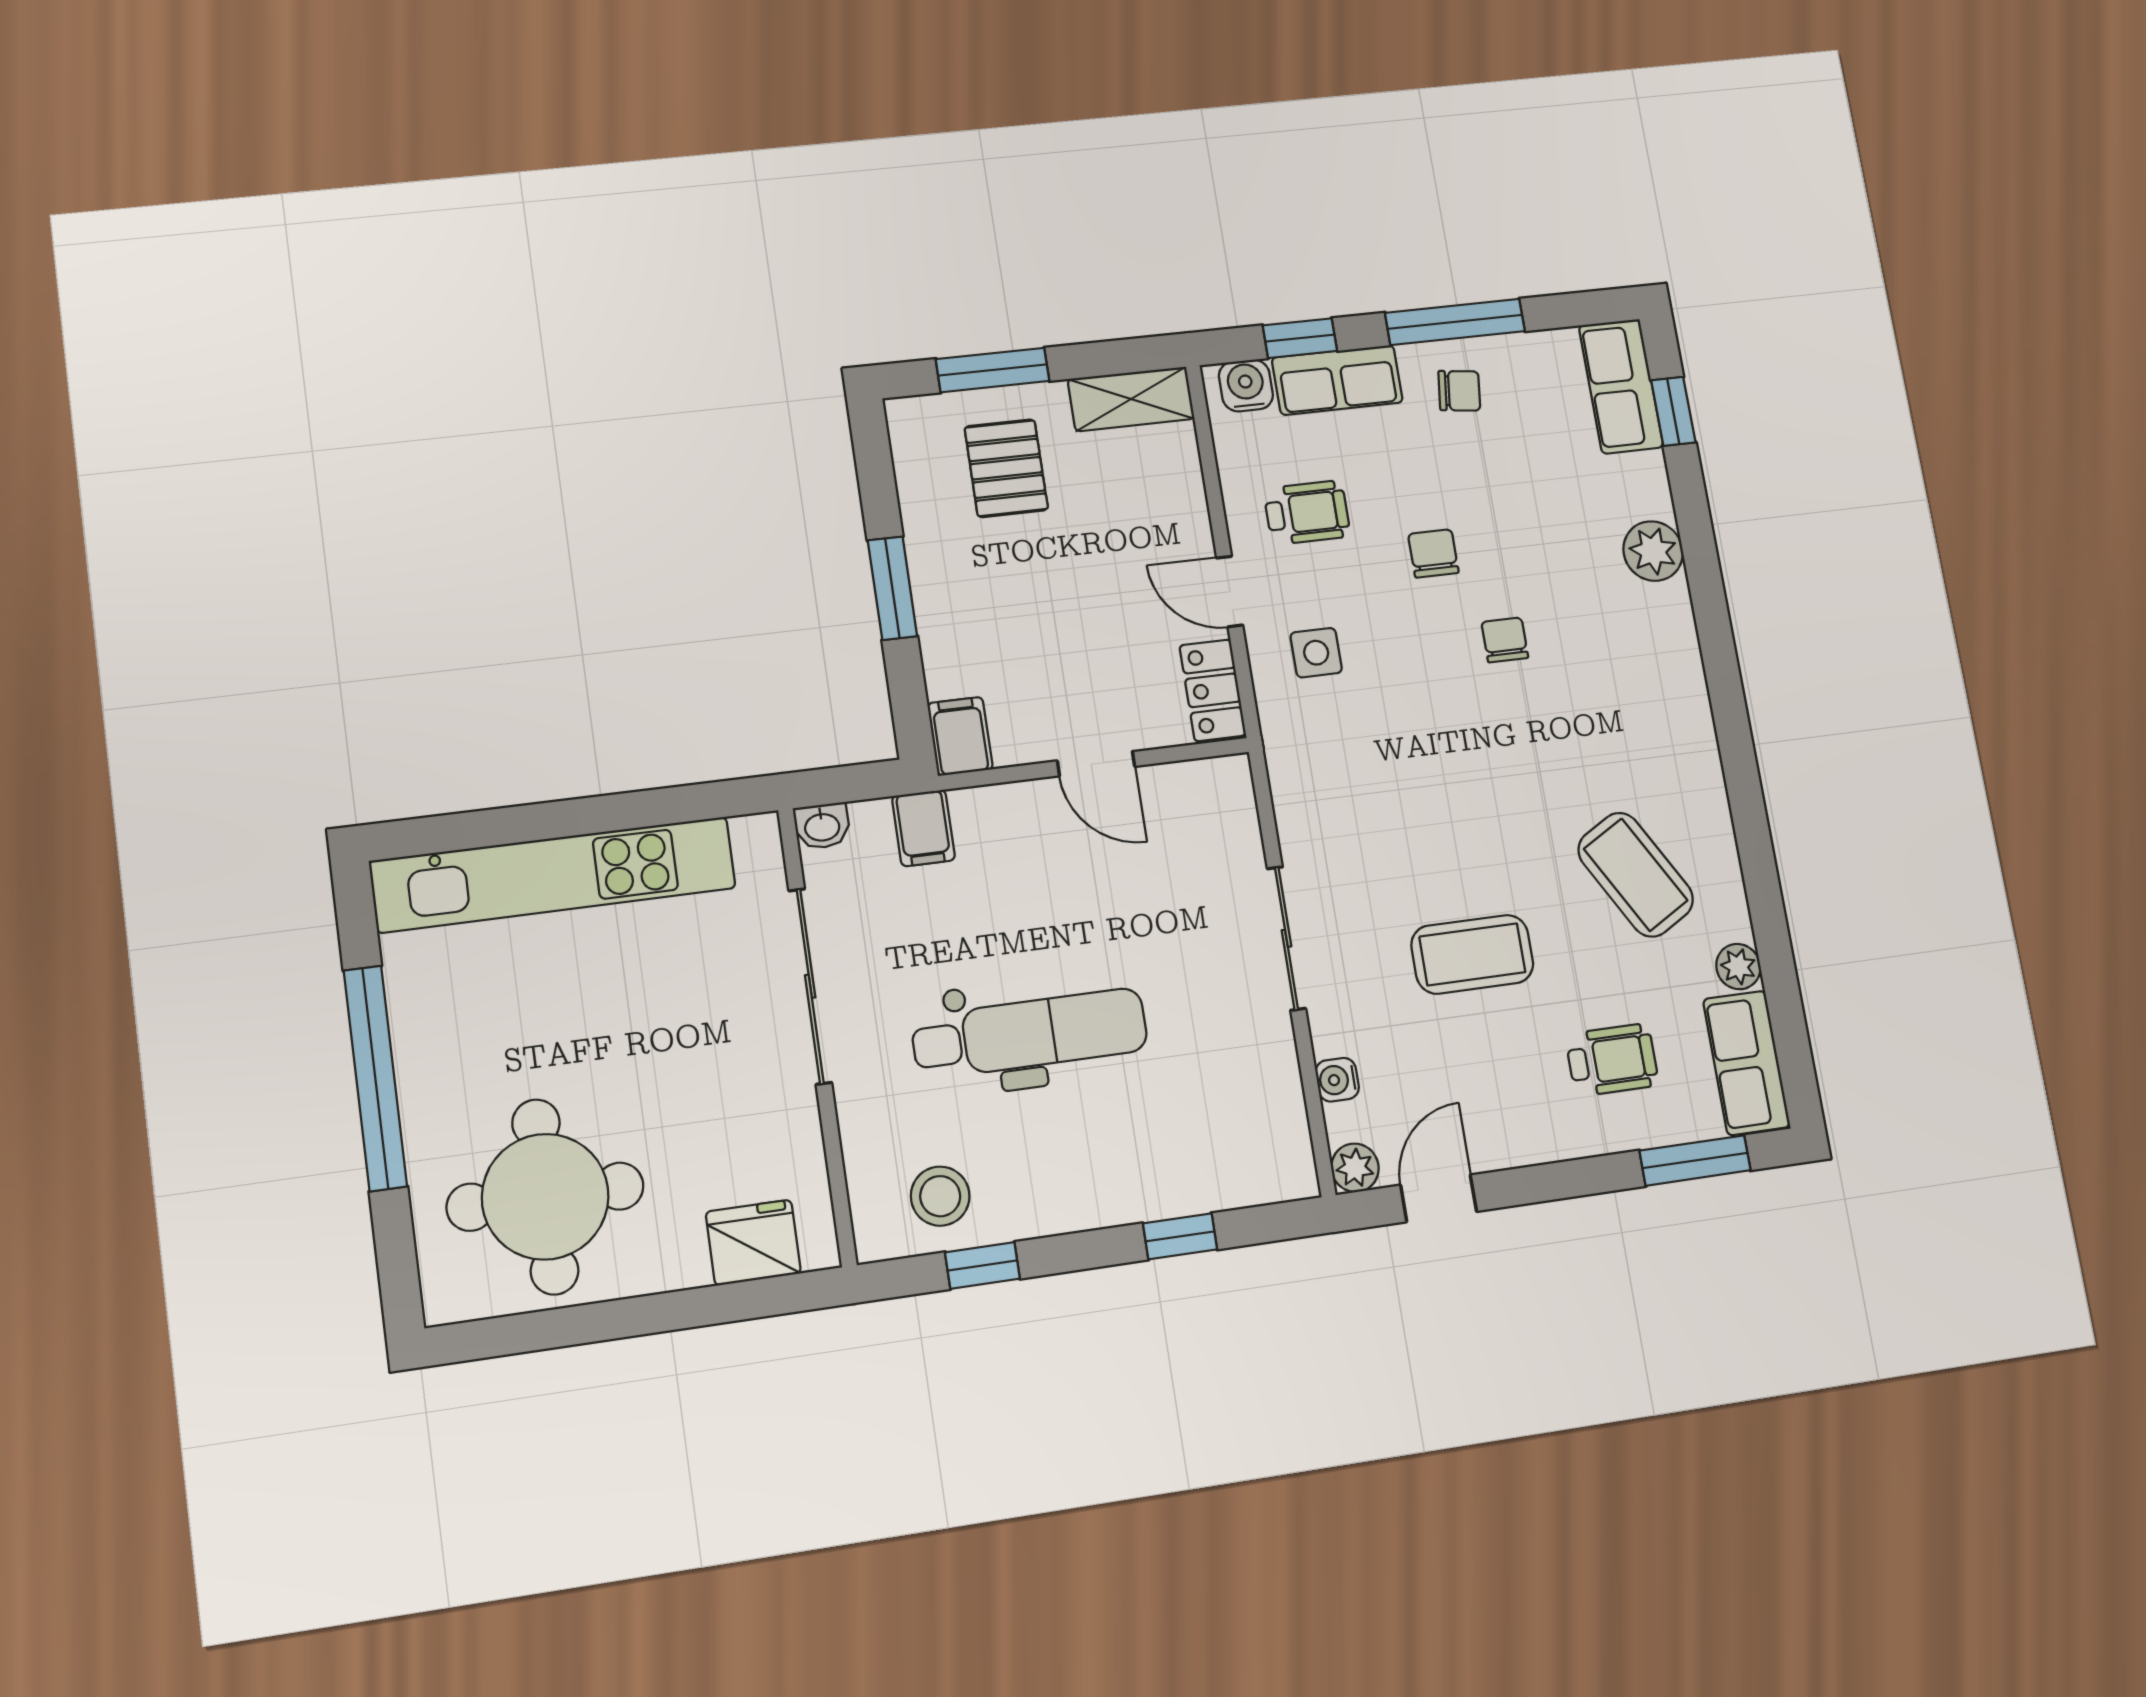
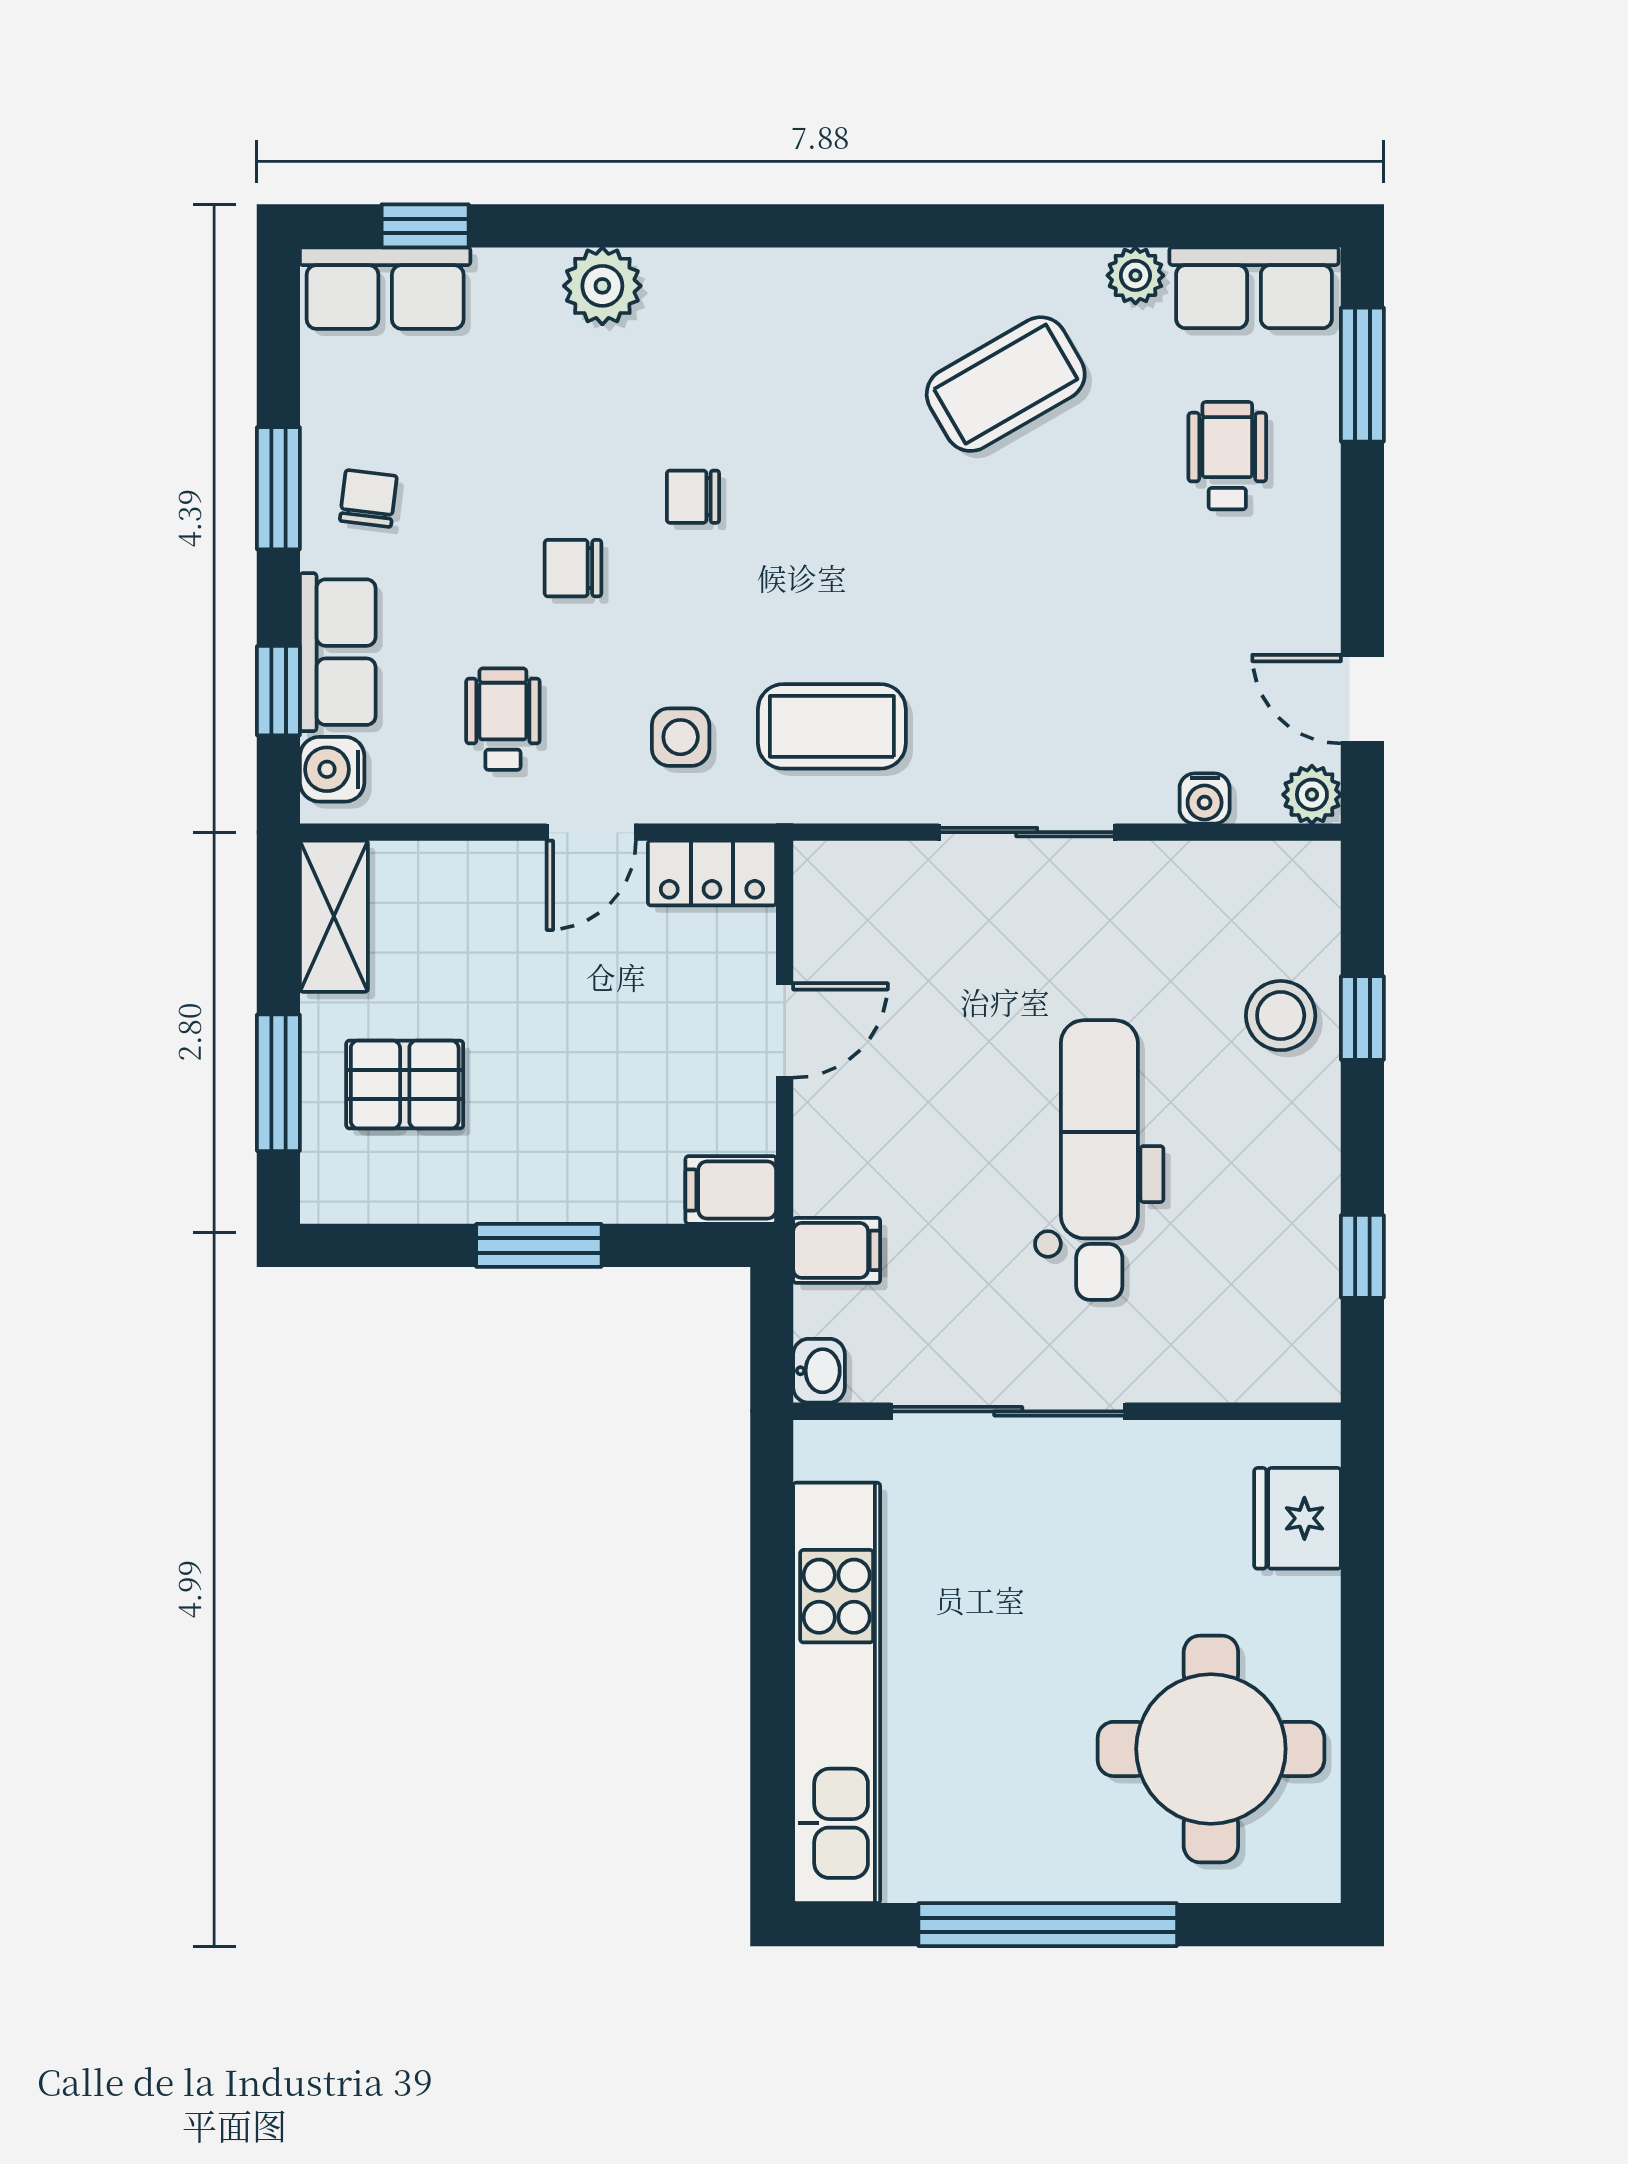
window: (1455, 322) -> (278, 488), width x0.69
coffee table: (1472, 954) -> (832, 726), moved, turned 90
stool: (940, 1196) -> (1281, 1016), moved

